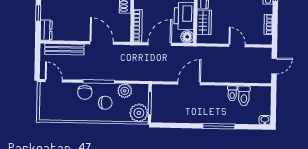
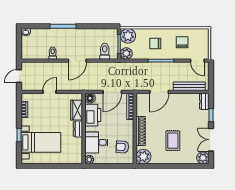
door: (102, 43) -> (159, 92), hinge flipped
door: (237, 46) -> (49, 92), swing flipped
door: (189, 83) -> (77, 61), moved
plant: (125, 91) -> (126, 53), moved
chair: (85, 92) -> (182, 42), moved
toilet: (244, 96) -> (105, 51), moved

